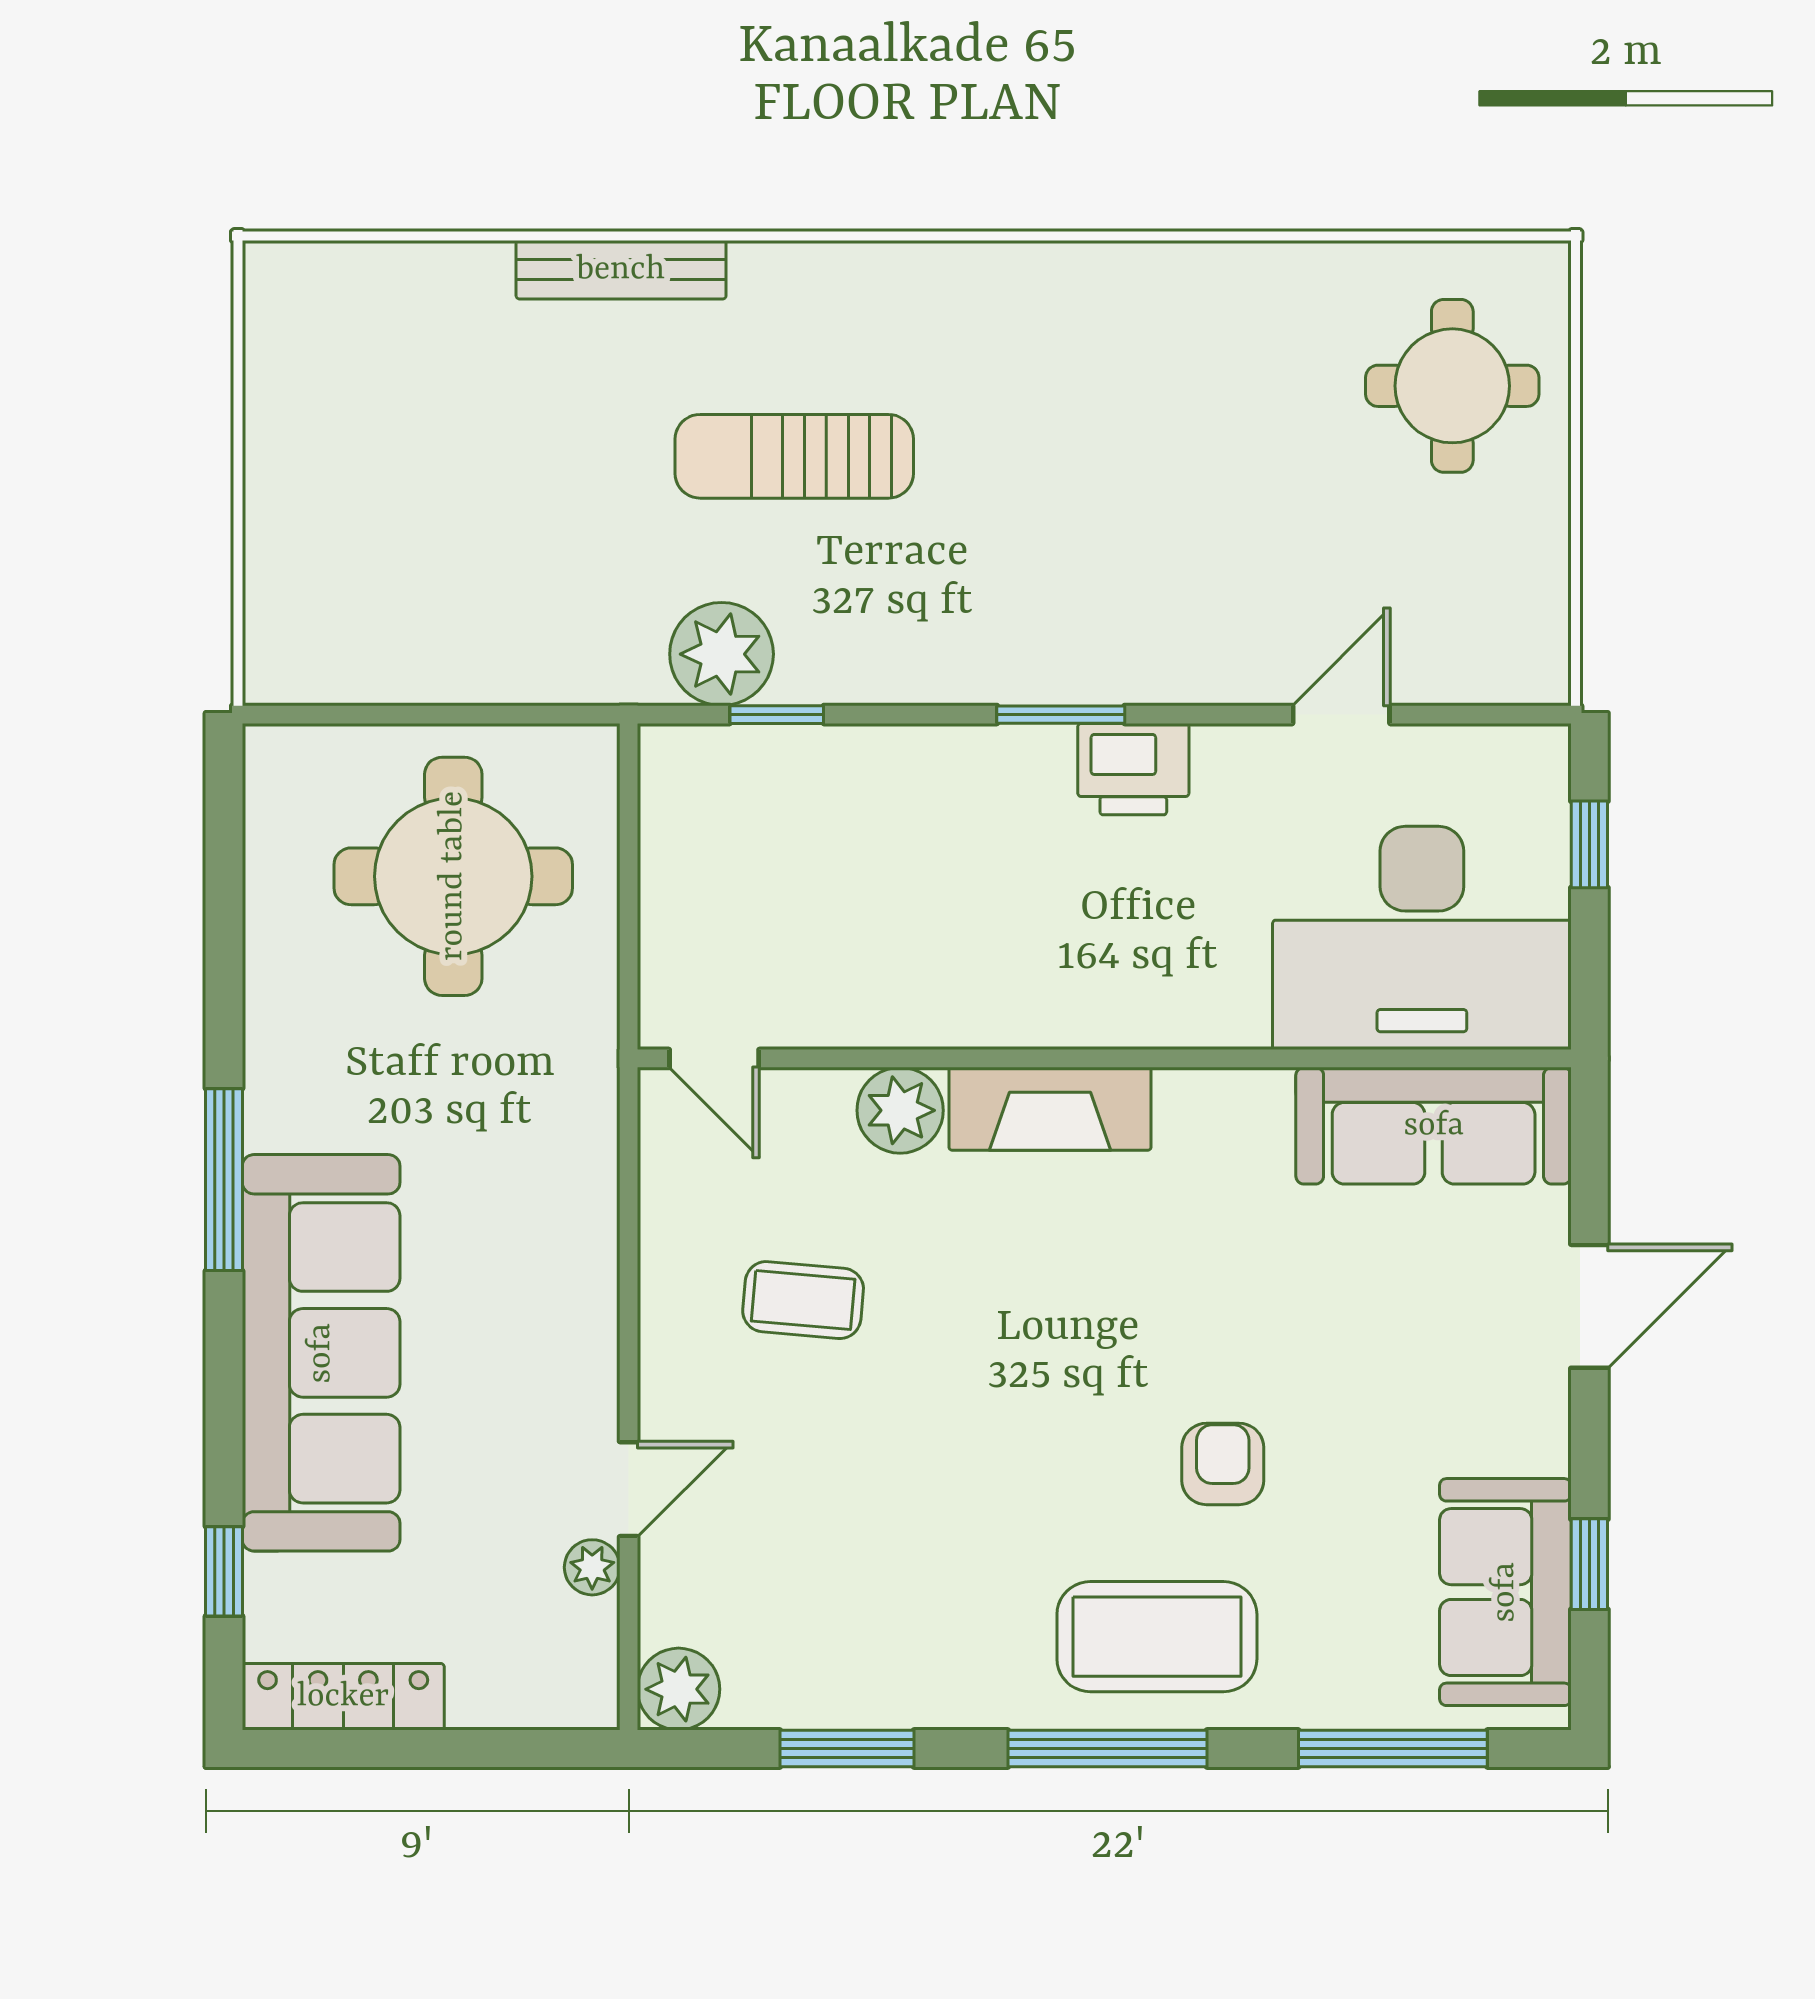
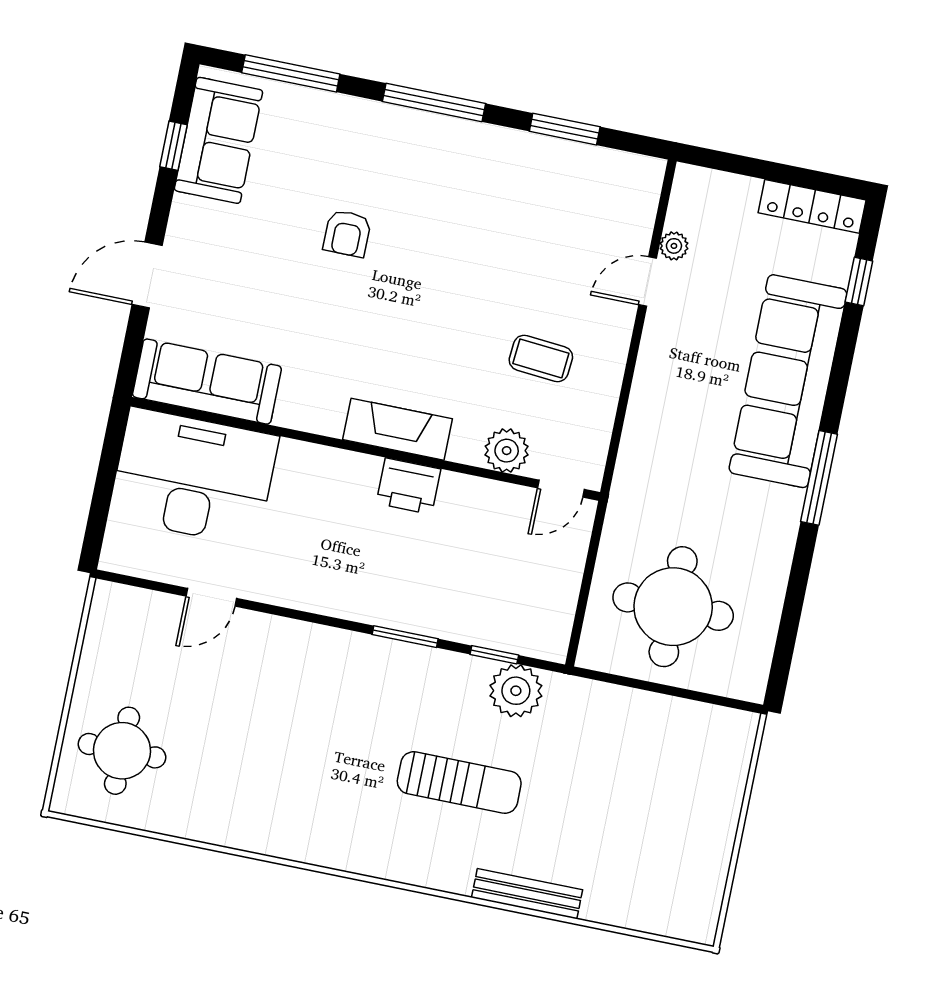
window: (1061, 715) -> (405, 637), moved
printer: (1133, 769) -> (408, 486), moved, turned 180
window: (1589, 844) -> (100, 507), removed
door: (714, 1058) -> (561, 489), swing flipped
plant: (900, 1110) -> (507, 451), moved
coffee table: (1157, 1637) -> (398, 154), removed
plant: (679, 1689) -> (643, 176), removed

